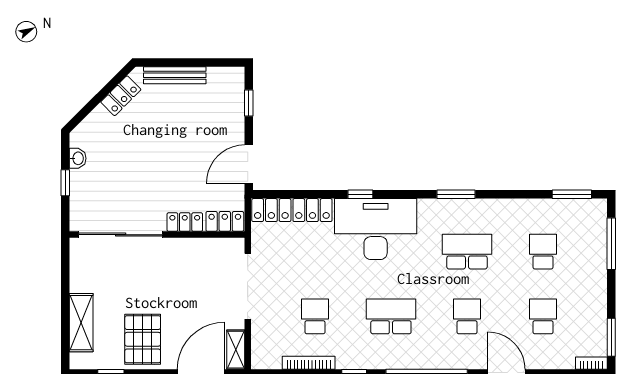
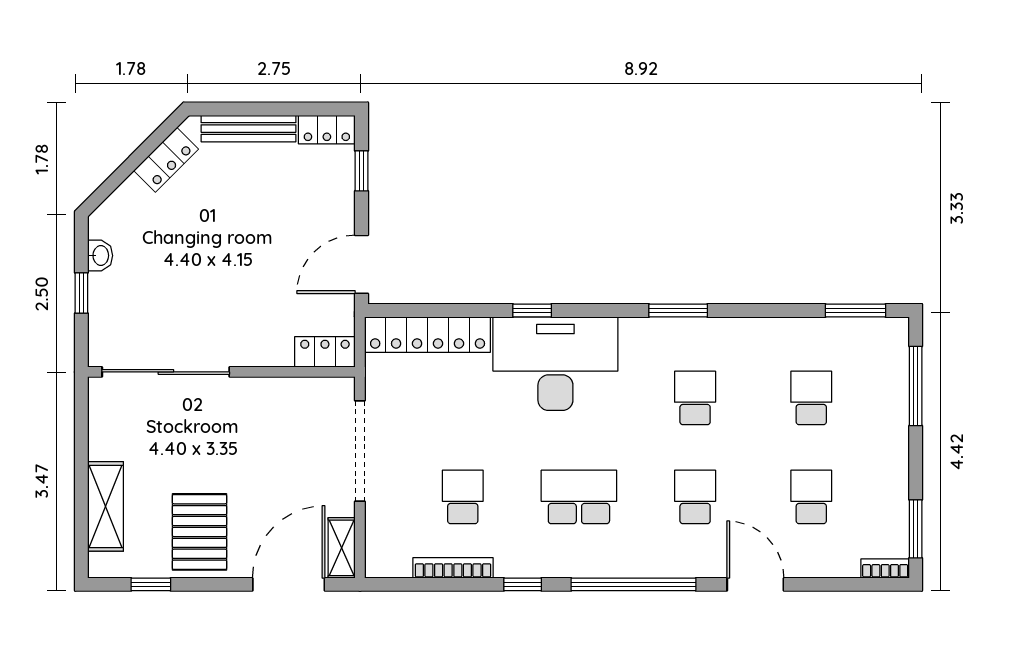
locker: (185, 222) -> (327, 130), moved, turned 180
school desk: (467, 252) -> (695, 398), width x0.54

